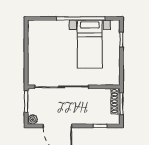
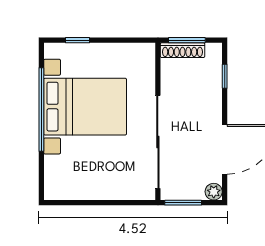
bed with nightstands: (90, 44) -> (85, 107), width x1.36

